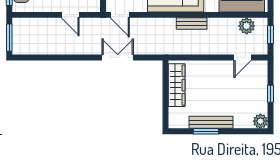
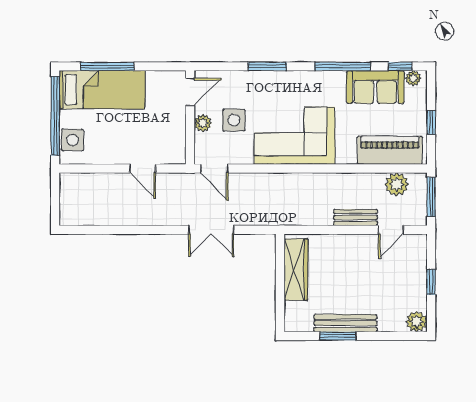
bench: (192, 24) -> (355, 217), moved
window: (271, 35) -> (431, 197), width x1.50
window: (9, 38) -> (55, 201), removed
double door: (118, 57) -> (211, 230), swing flipped

